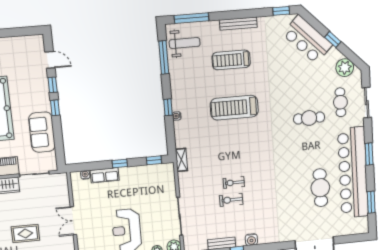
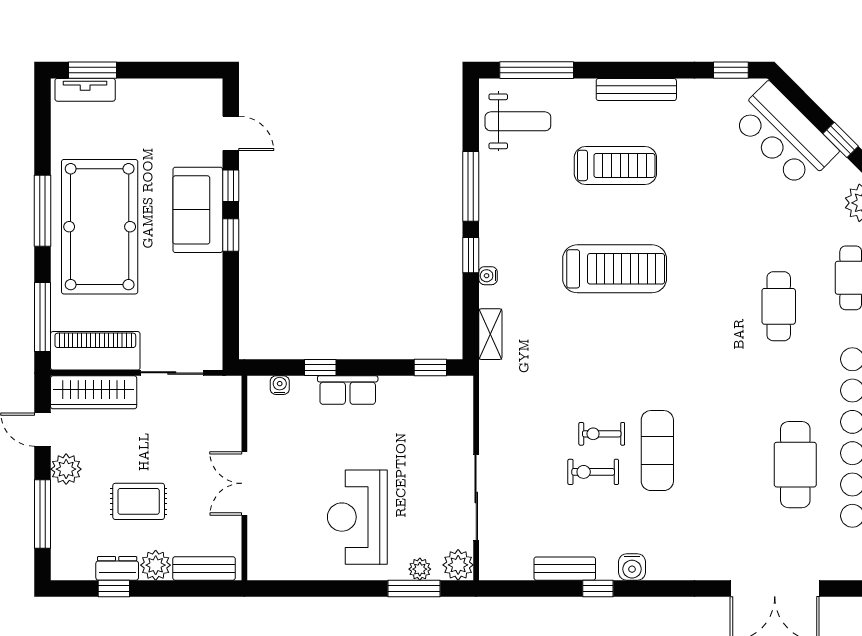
window: (164, 57) -> (471, 186), moved
treadmill: (231, 60) -> (615, 165), turned 180
treadmill: (234, 108) -> (615, 269), turned 180
cafe table: (309, 118) -> (779, 306), turned 90
sofa: (42, 132) -> (198, 210), moved
shelving: (181, 160) -> (490, 334), moved
window: (120, 163) -> (320, 368), moved
row of seats: (105, 175) -> (348, 390), moved
exercise mat: (259, 188) -> (657, 451), added

